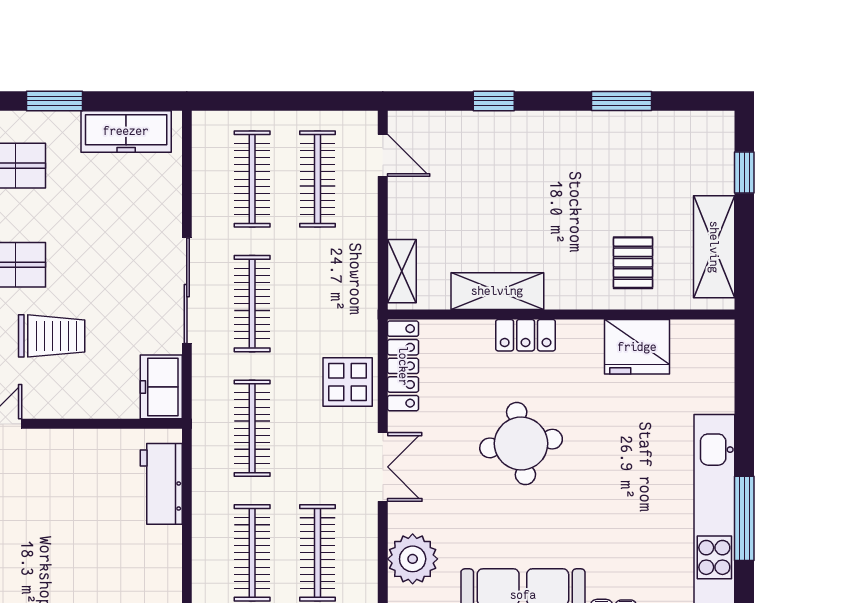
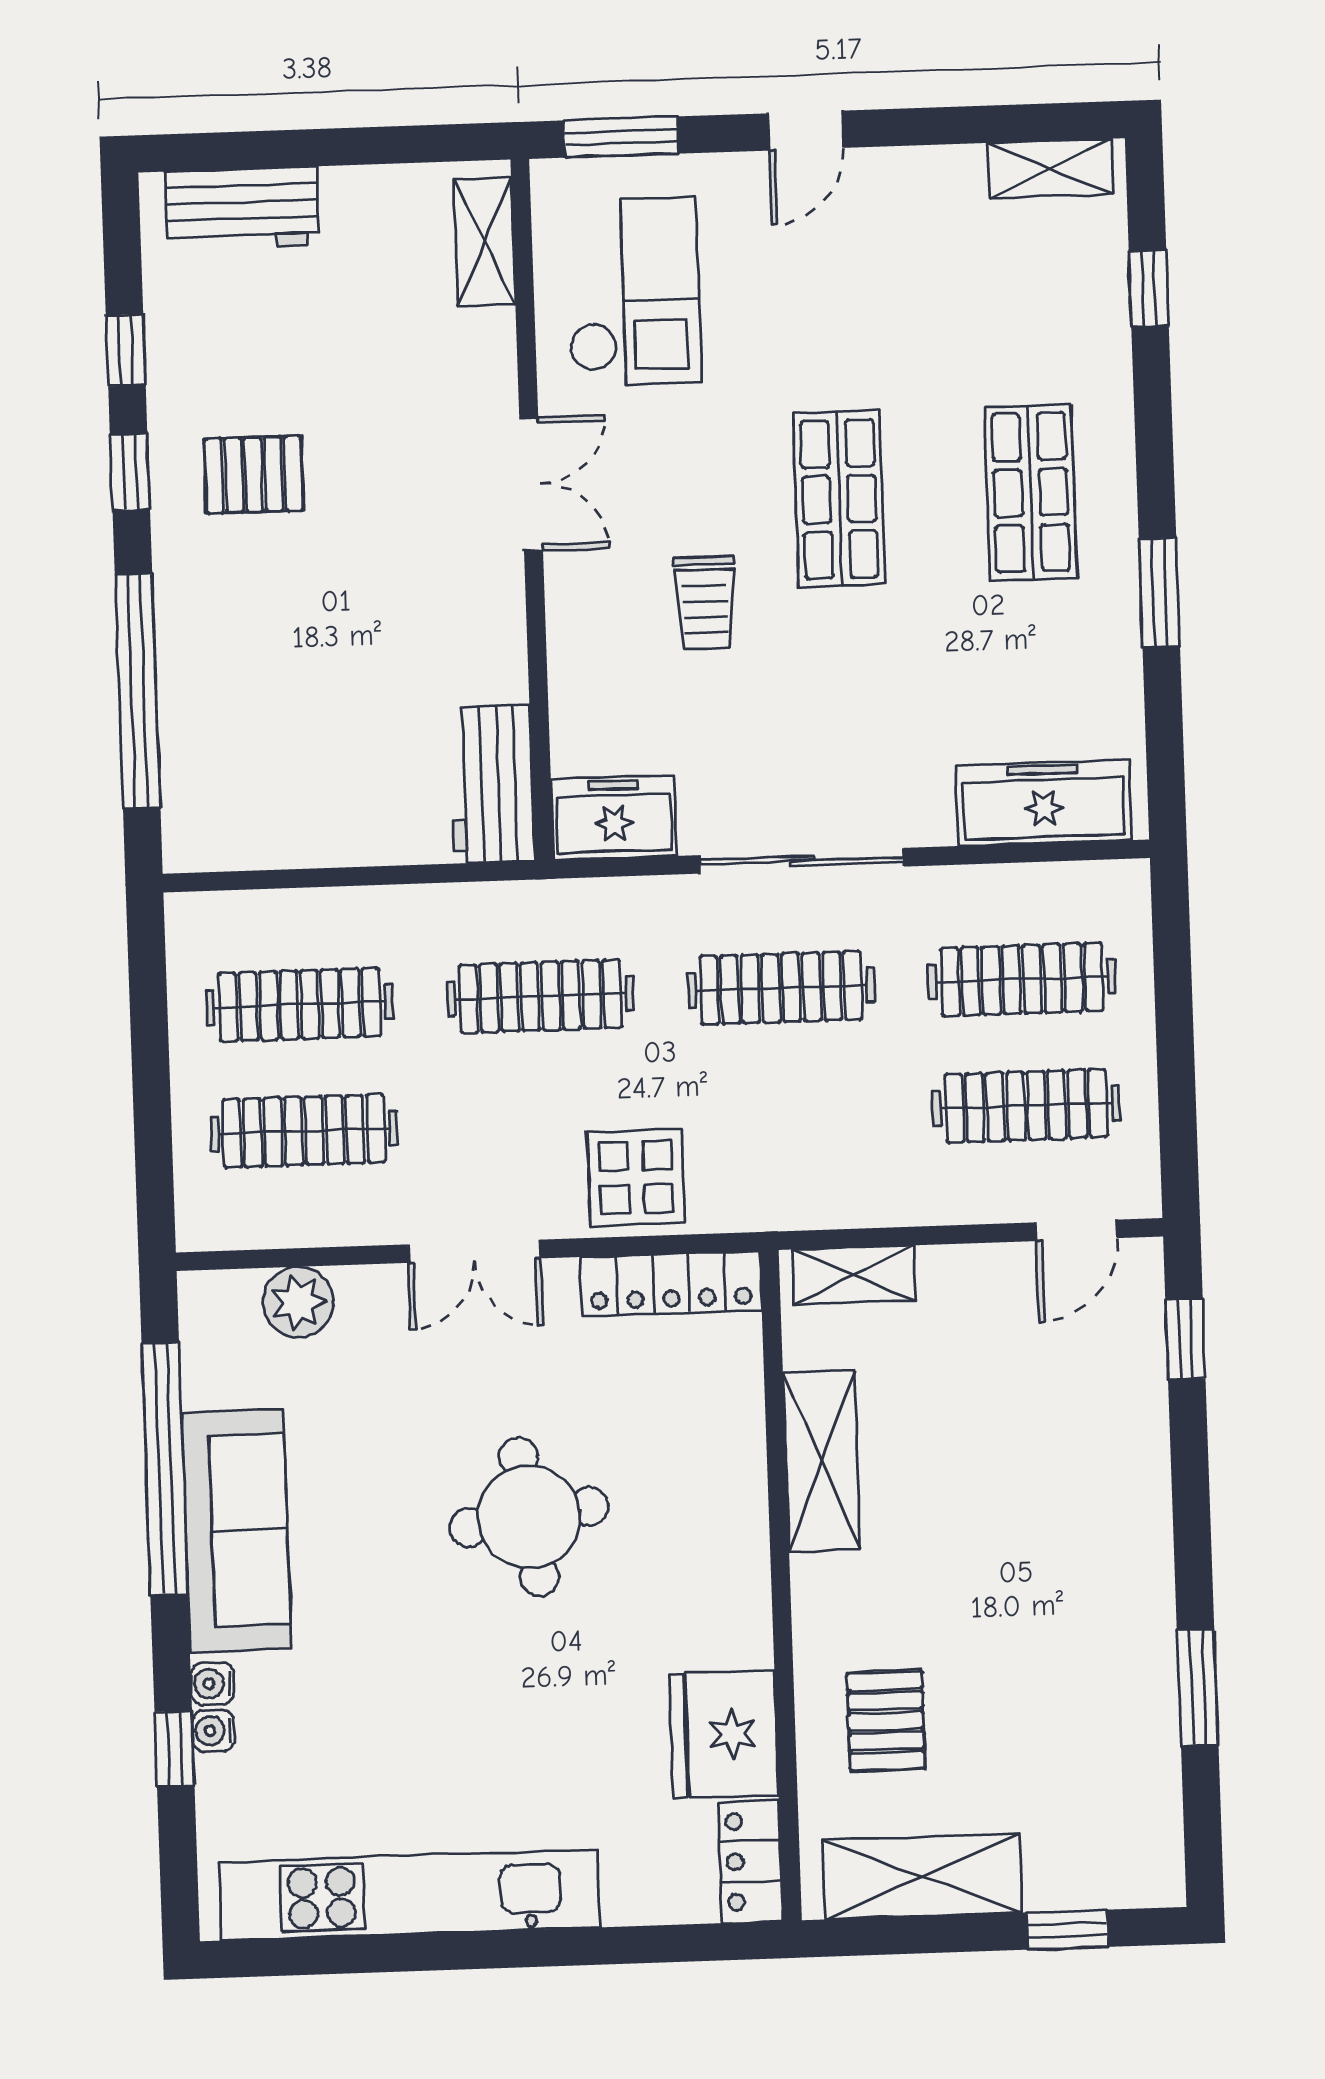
window: (494, 101) -> (1185, 1339), moved
freezer: (126, 131) -> (1044, 803), moved, turned 90
pallet: (633, 263) -> (886, 1721), turned 90
locker: (526, 335) -> (751, 1861), moved
trolley: (52, 336) -> (705, 603), width x0.73, depth x0.72
workbench: (161, 484) -> (492, 784), moved, turned -90
window: (744, 518) -> (399, 1953), removed
plant: (413, 559) -> (298, 1302), width x0.73, depth x0.73

